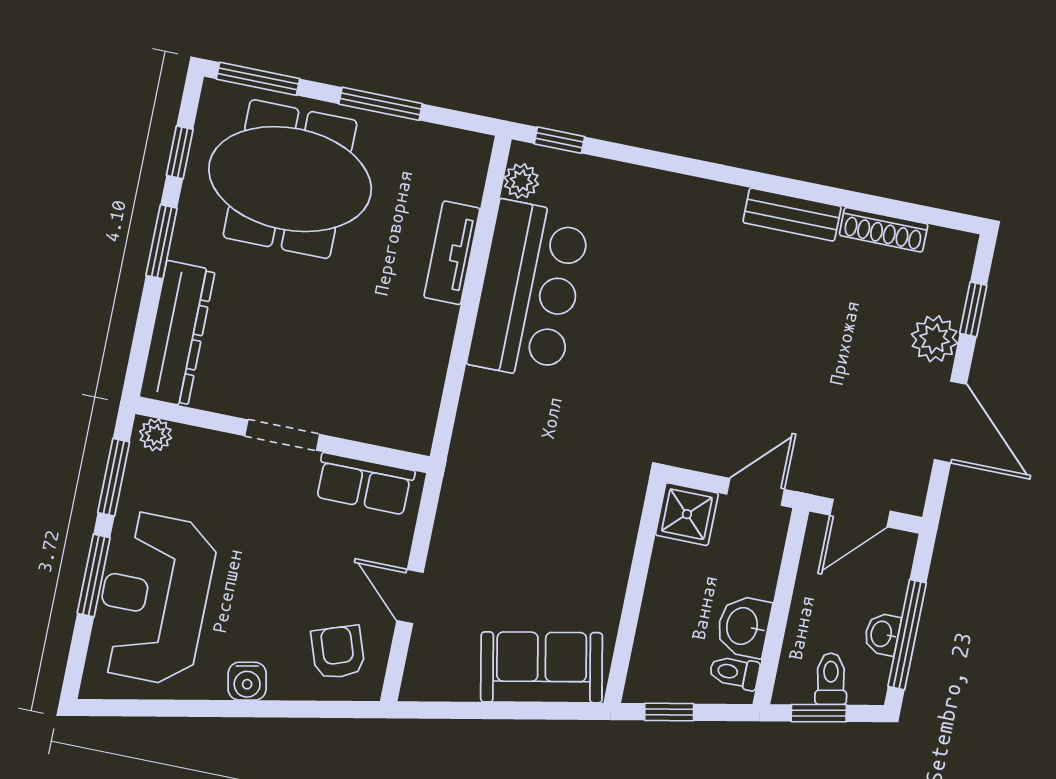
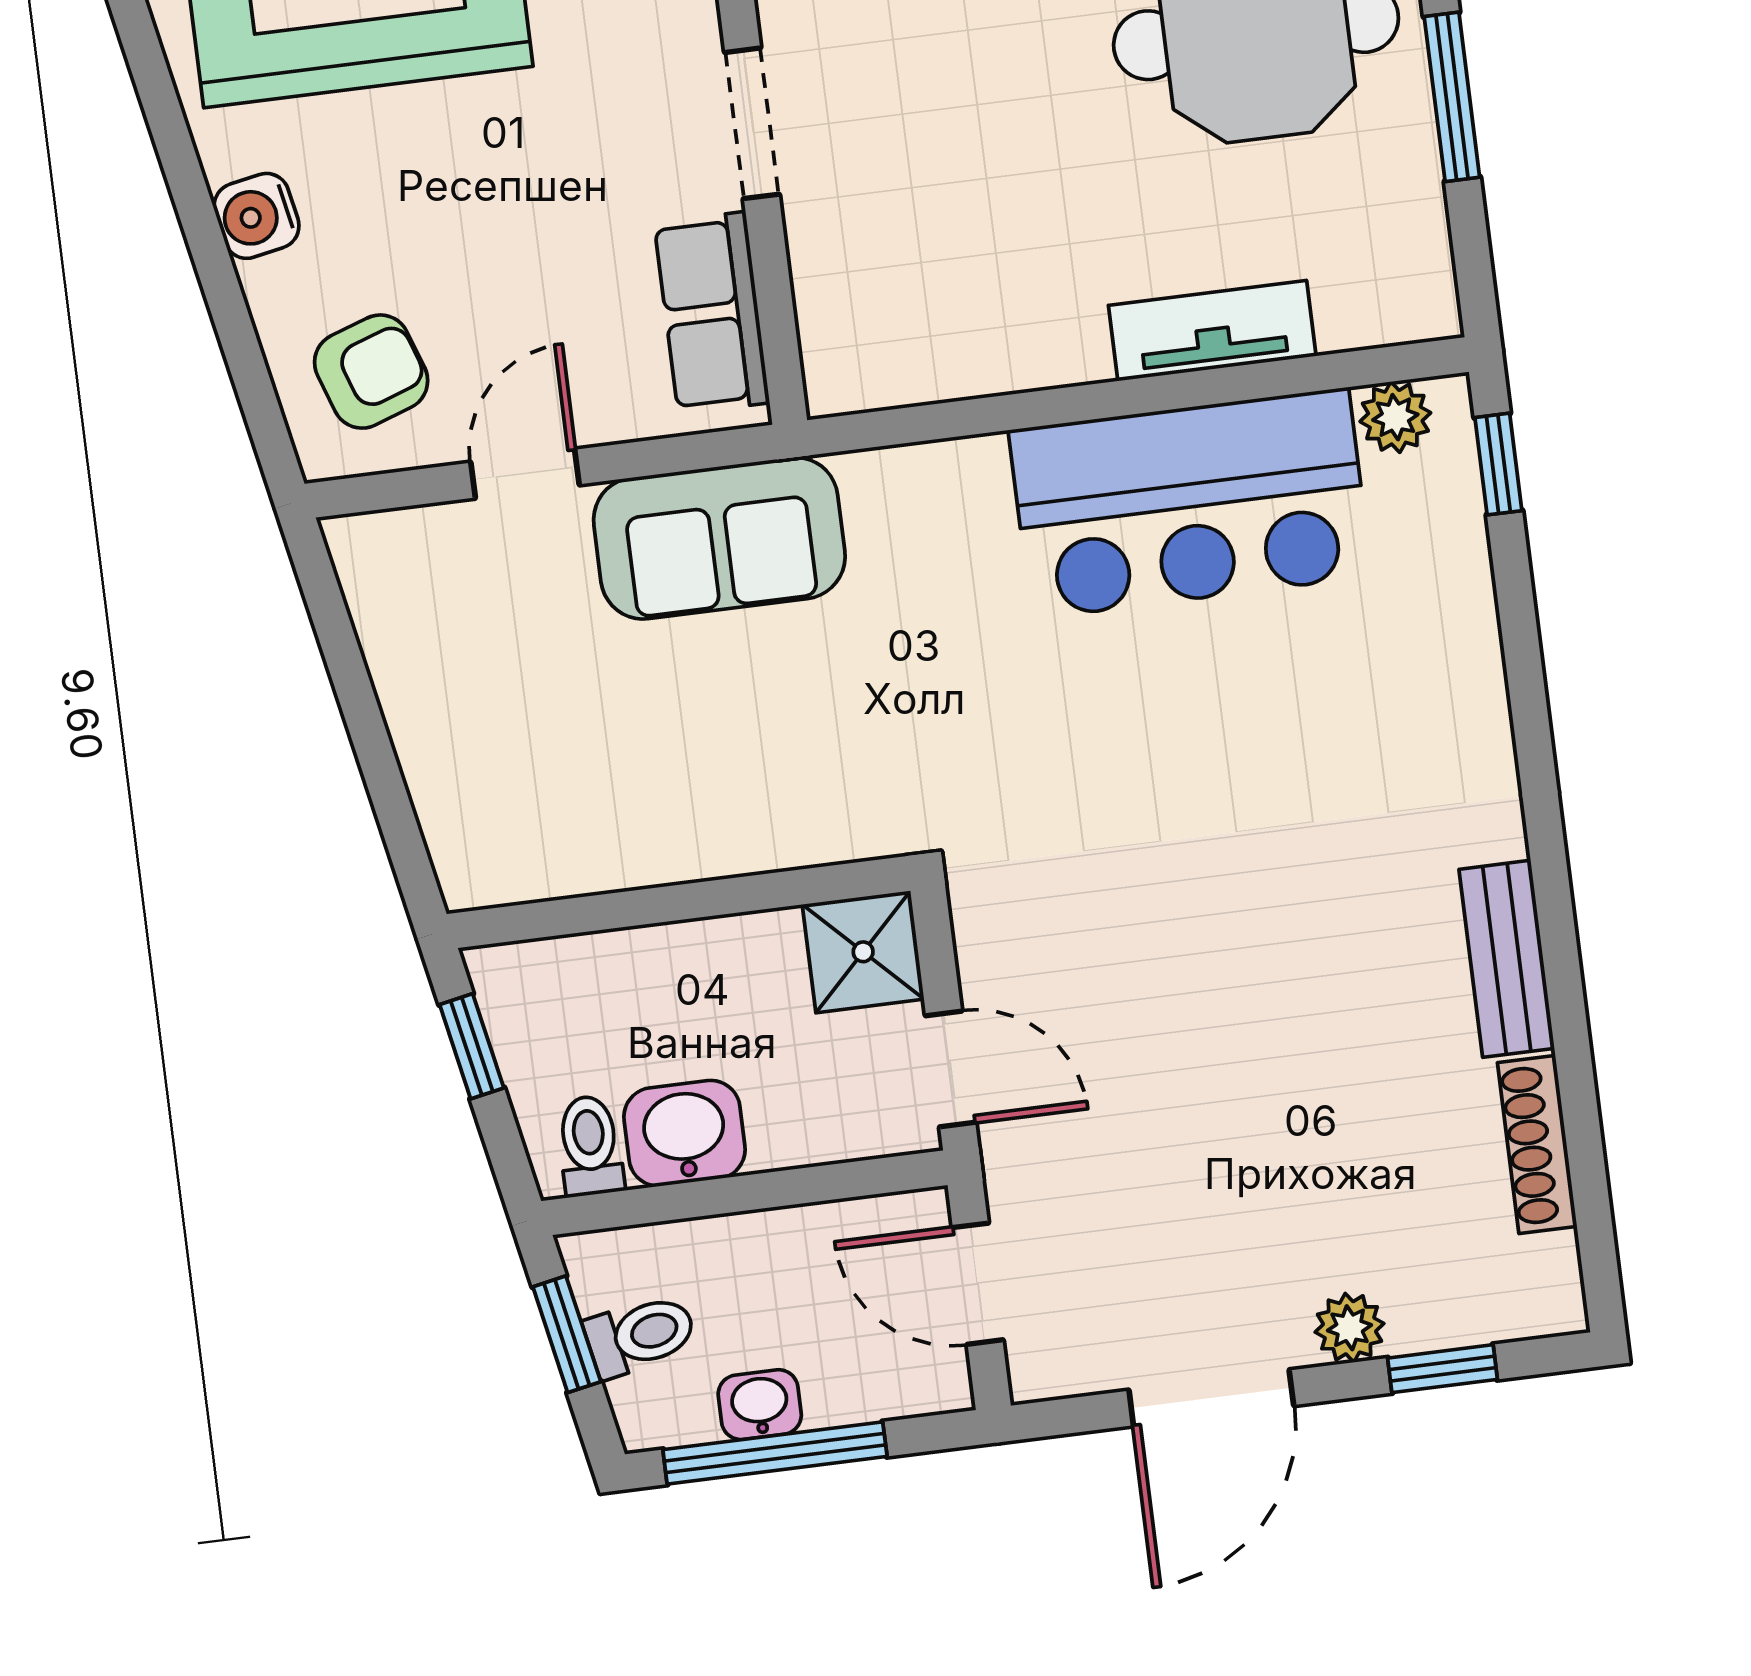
plant: (934, 339) -> (1350, 1328), width x0.73, depth x0.73
sofa: (542, 667) -> (719, 538), moved, turned 101

